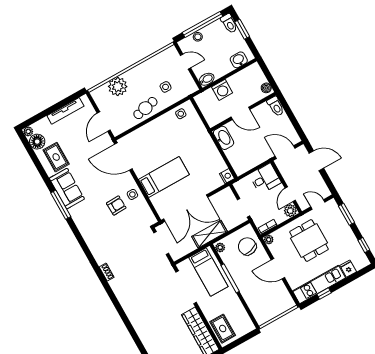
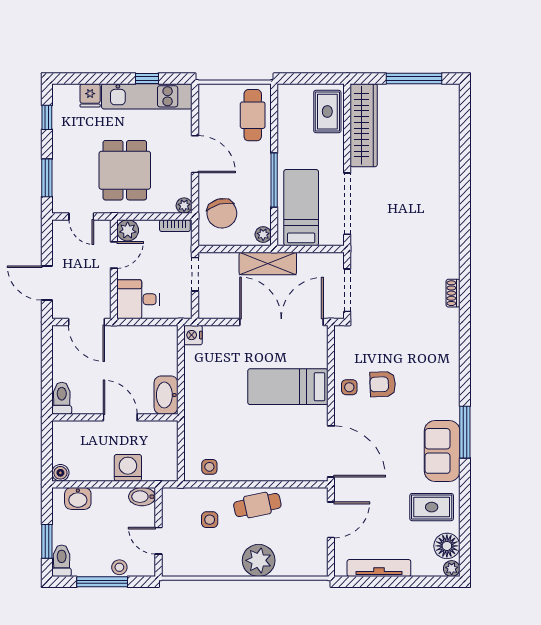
window: (202, 24) -> (102, 582), width x0.68
plant: (118, 86) -> (259, 560), moved
boiler: (266, 88) -> (60, 473), moved
rug: (56, 157) -> (432, 507), turned 90
cafe table: (260, 305) -> (253, 115), added

